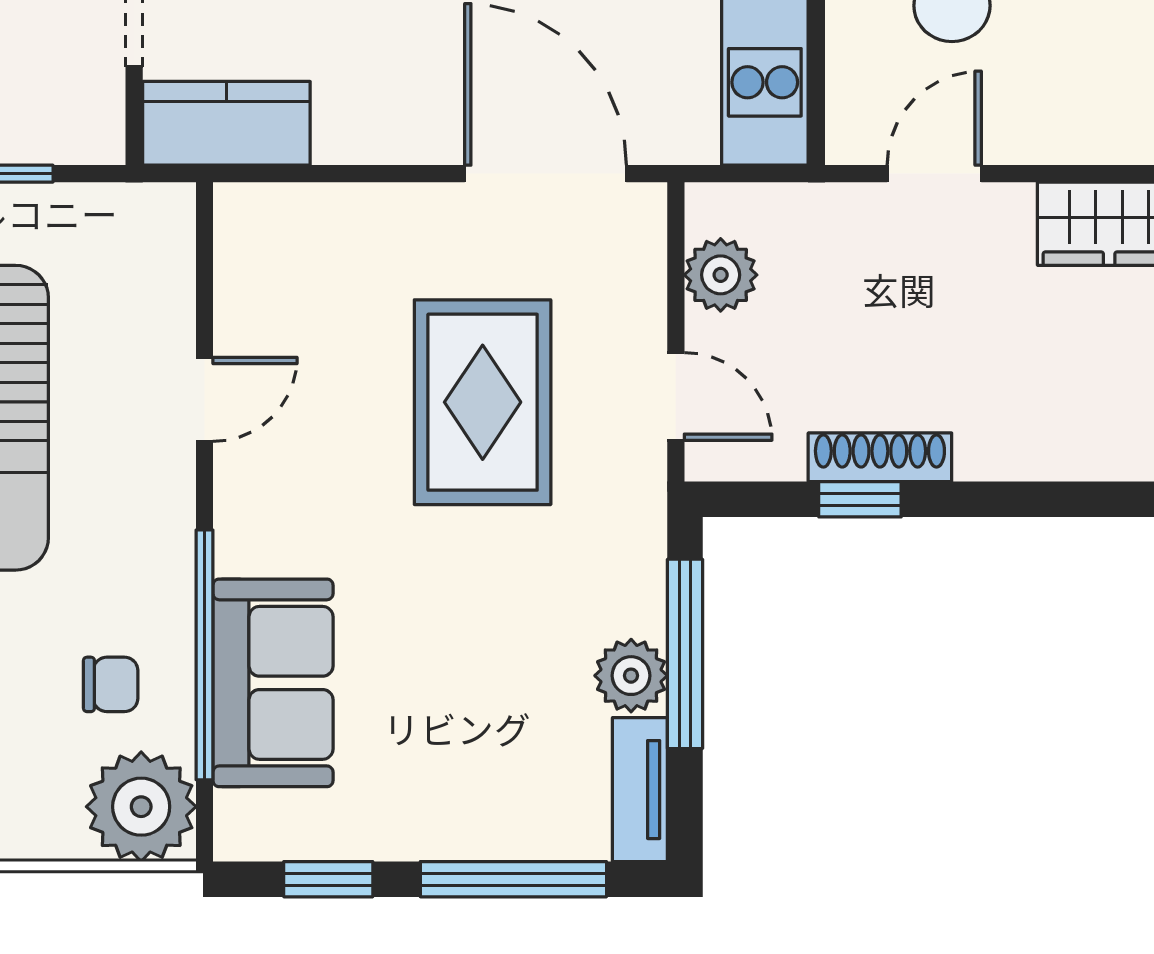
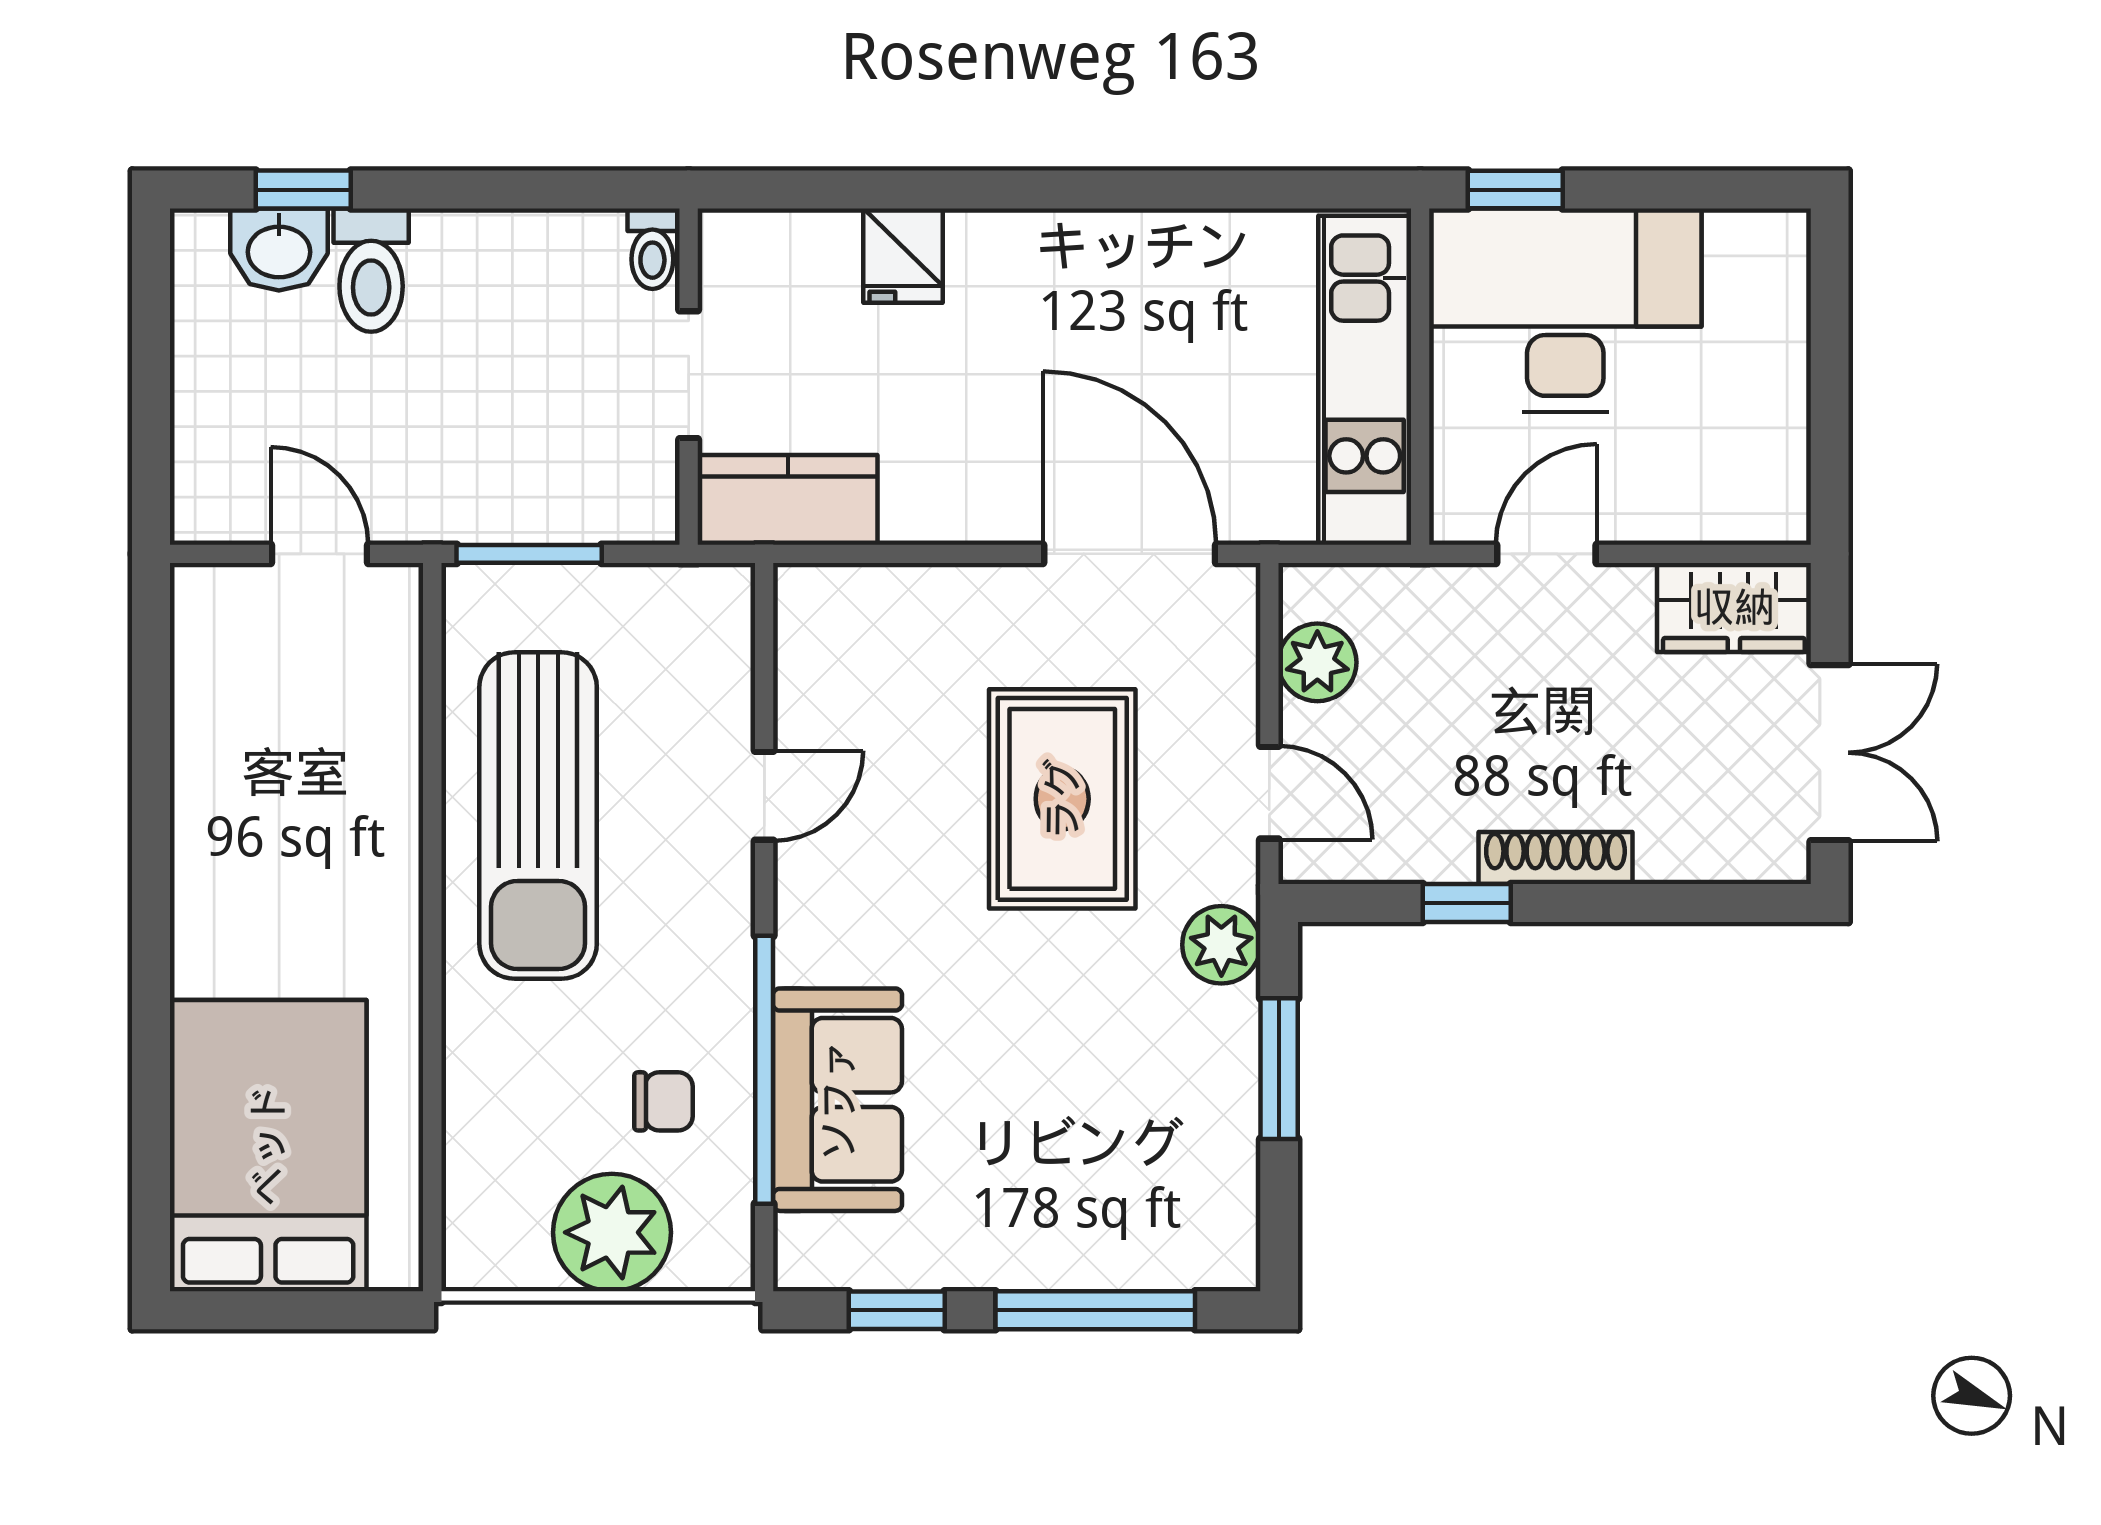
shoe rack: (880, 457) -> (1555, 858), moved
window: (685, 654) -> (1279, 1069), width x0.69
plant: (631, 676) -> (1221, 945), moved
tv unit: (640, 790) -> (1231, 1214), removed
plant: (141, 807) -> (612, 1232), moved

